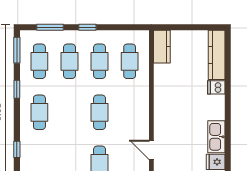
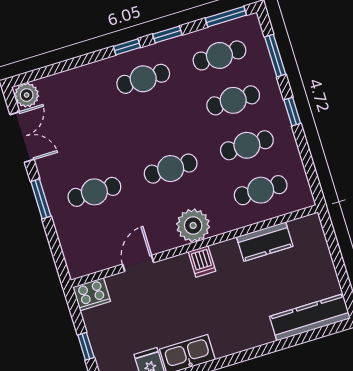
kitchen counter: (162, 47) -> (265, 242), moved
dishwasher: (216, 87) -> (202, 261), moved, turned 180
plant: (139, 109) -> (193, 225), added
window: (17, 149) -> (127, 47), moved

